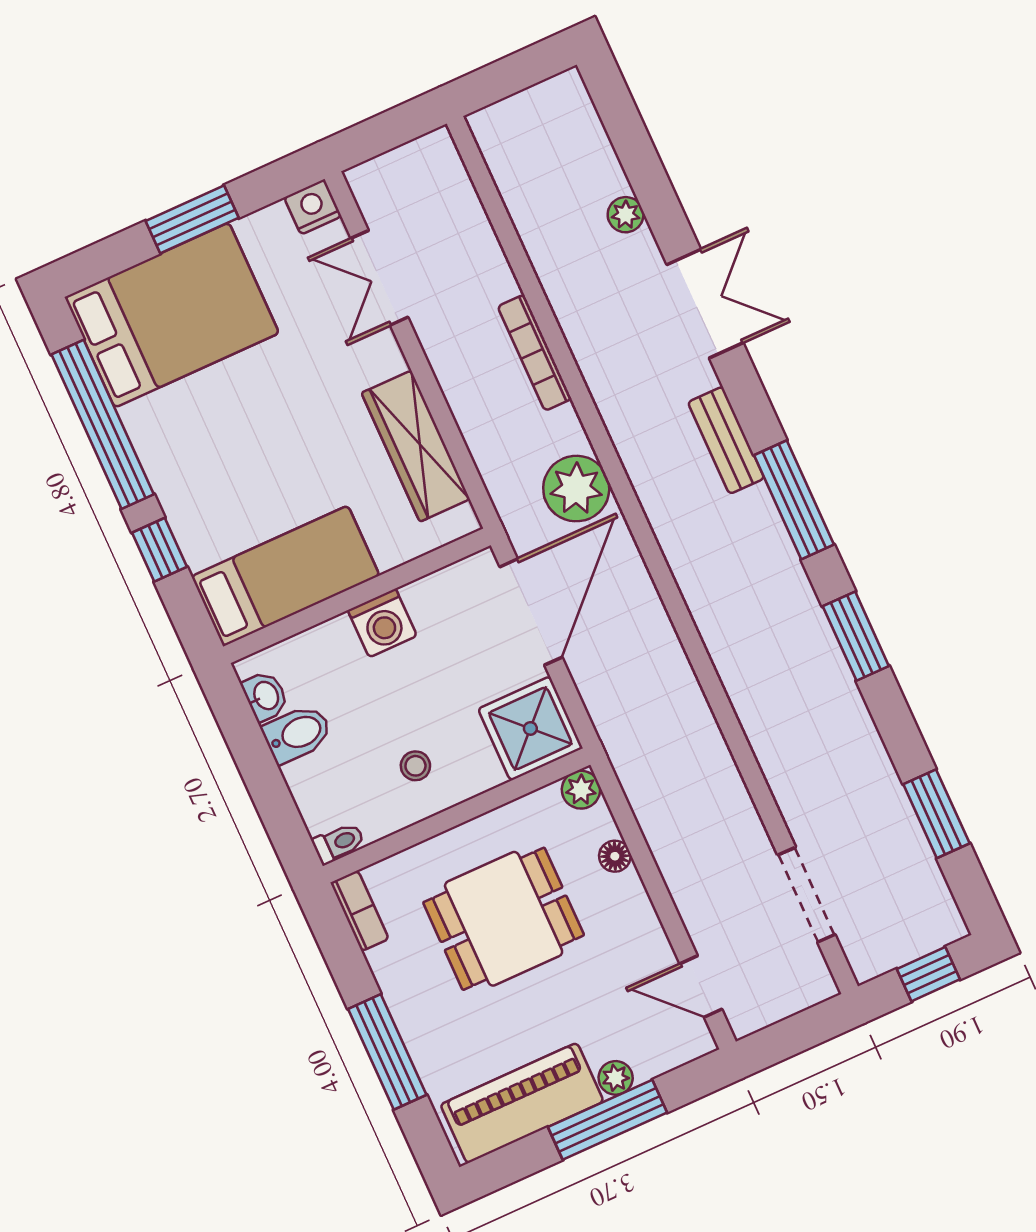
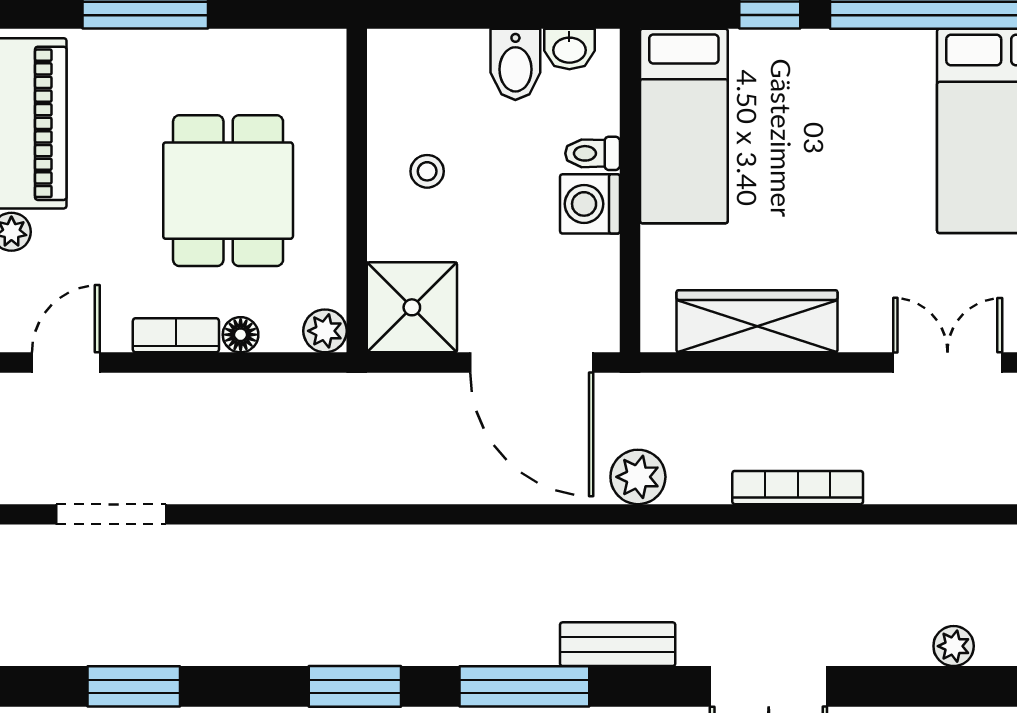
plant: (626, 215) -> (954, 646), moved
plant: (576, 489) -> (638, 477), width x0.73, depth x0.73
toilet: (339, 843) -> (593, 153), moved, turned 90
bookcase: (360, 911) -> (176, 335), moved, turned 180

